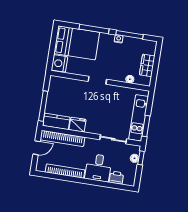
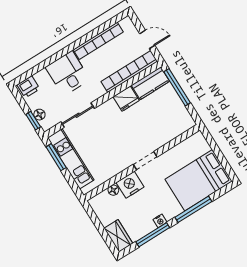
nightstand: (59, 63) -> (130, 185), moved, turned -90
wardrobe: (147, 65) -> (118, 236), moved
door: (37, 148) -> (147, 39), swing flipped
printer: (116, 178) -> (28, 87), moved

